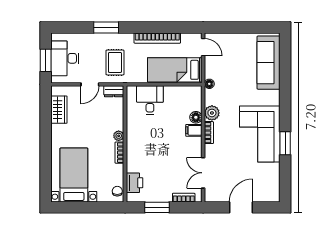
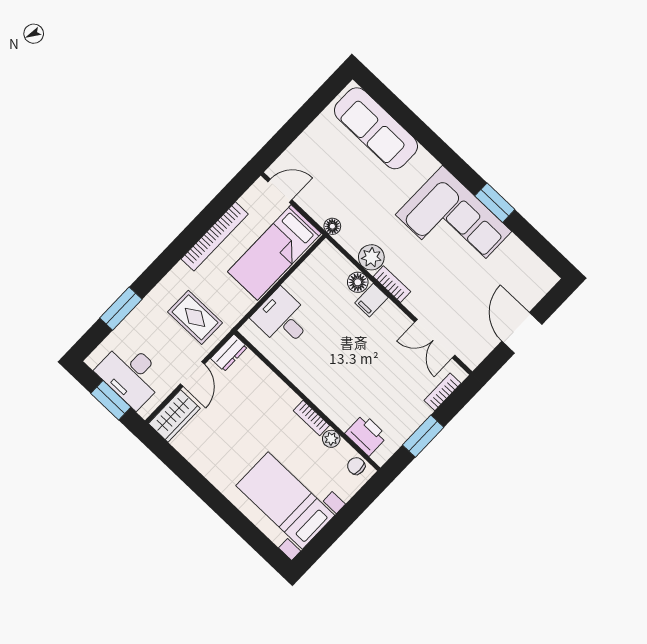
window: (106, 27) -> (121, 309), moved
wardrobe: (59, 110) -> (174, 416), moved, turned 90
plant: (119, 136) -> (331, 439), moved

